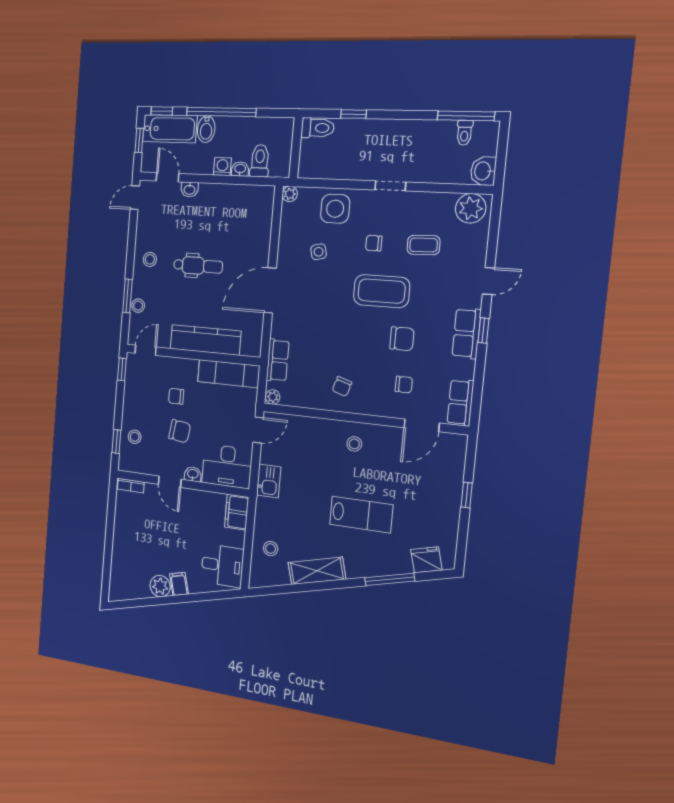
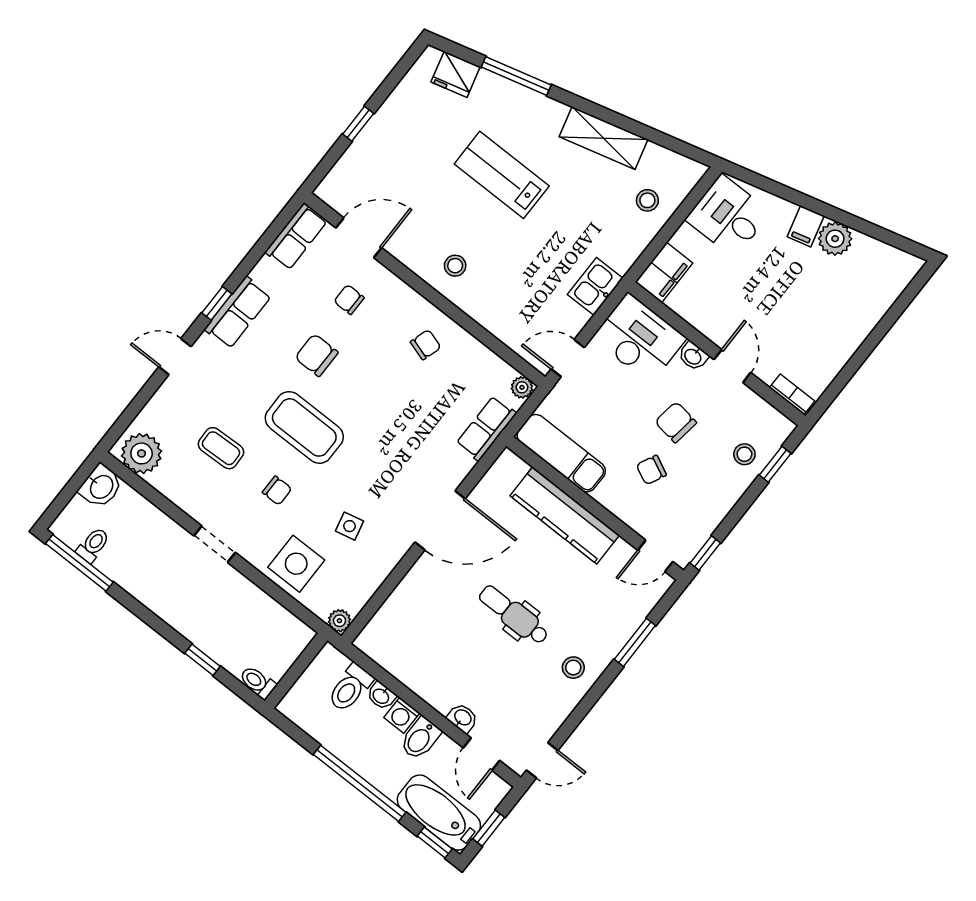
toilet: (318, 128) -> (258, 682), width x0.73, depth x0.72
bidet: (206, 129) -> (420, 738), moved, turned 180
stool: (138, 306) -> (628, 620), removed
chair: (176, 396) -> (651, 470), turned 116

